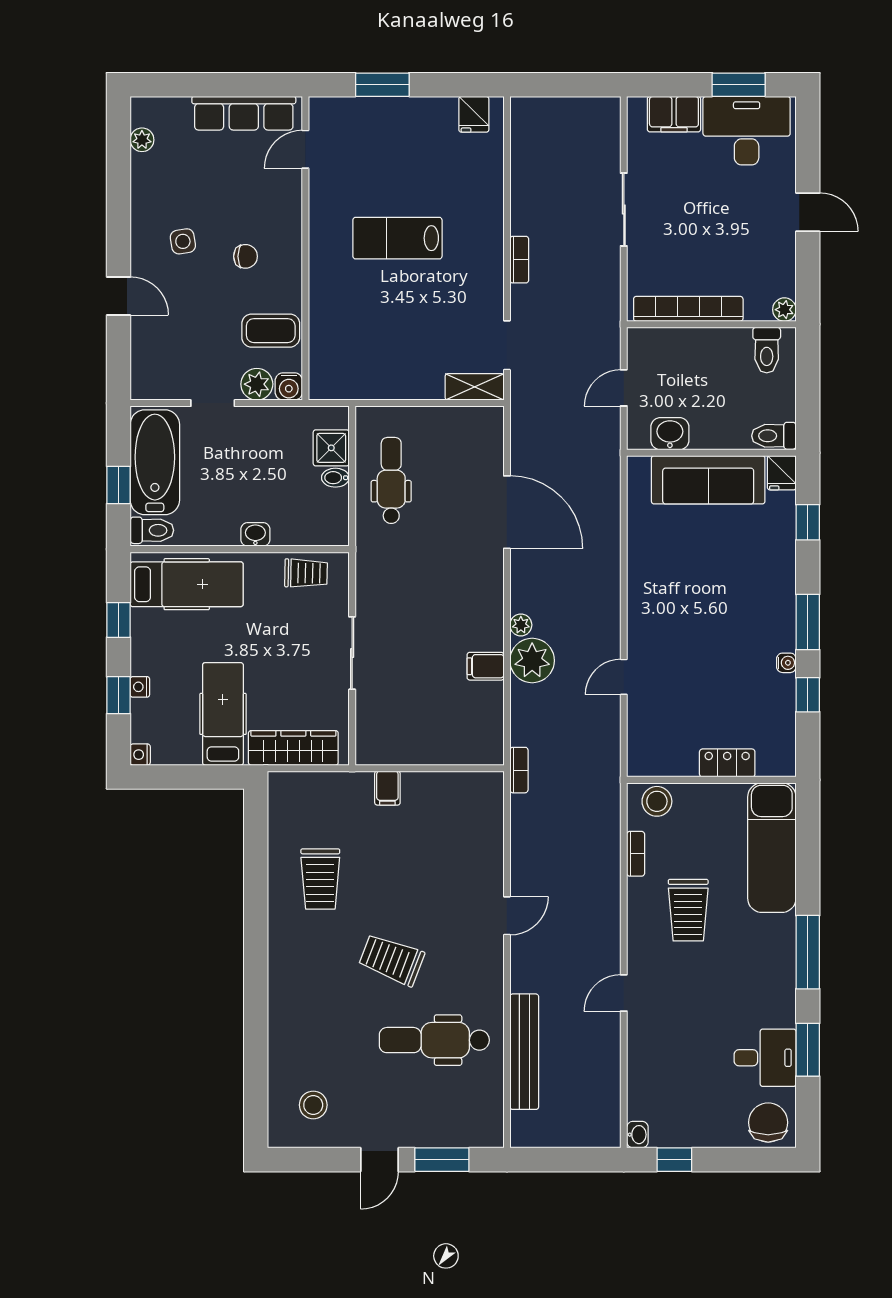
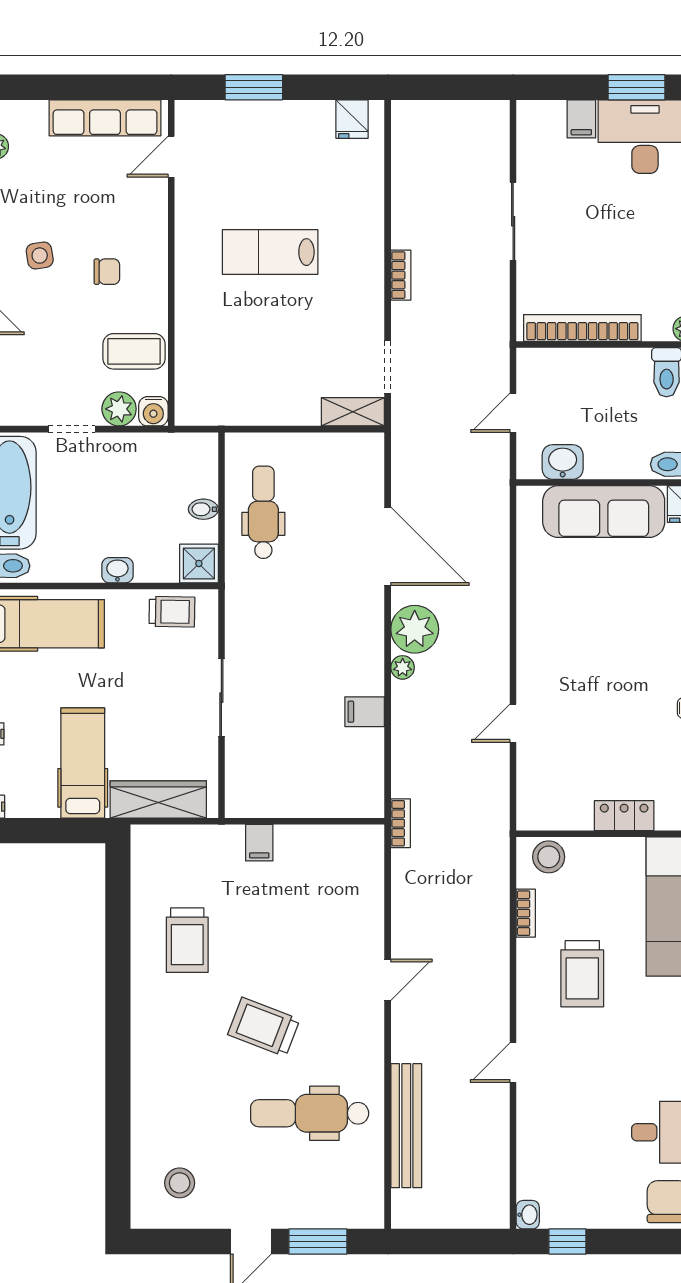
filing cabinet: (674, 114) -> (581, 119), width x0.50
shower: (331, 448) -> (199, 563), moved
plant: (532, 661) -> (415, 629), moved

